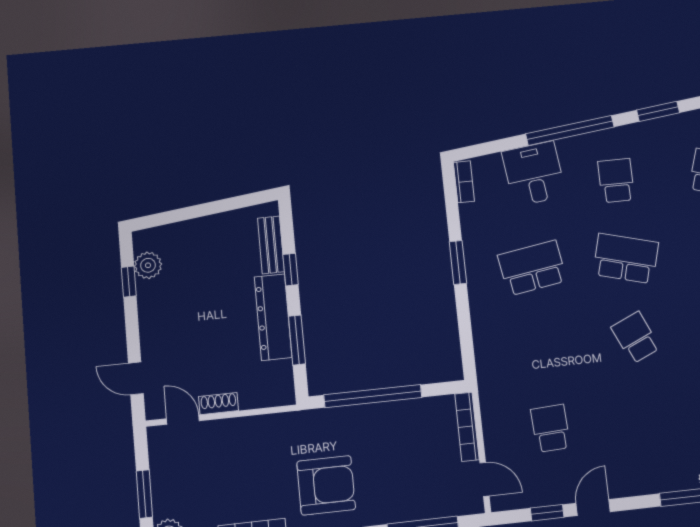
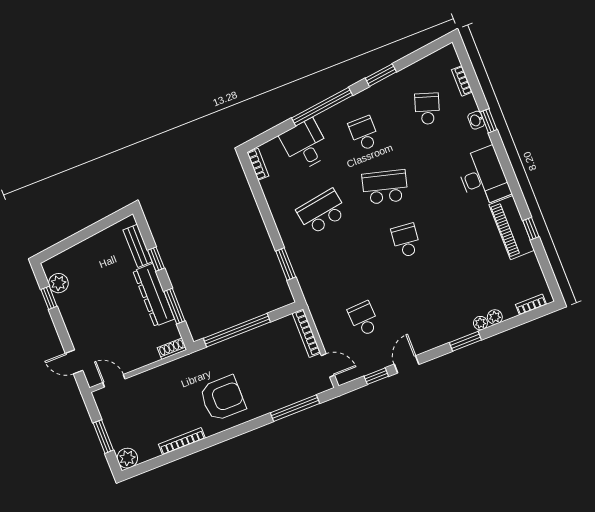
window: (458, 262) -> (286, 264), moved
school desk: (636, 338) -> (406, 241), turned 30
shoe rack: (219, 404) -> (172, 349), moved

